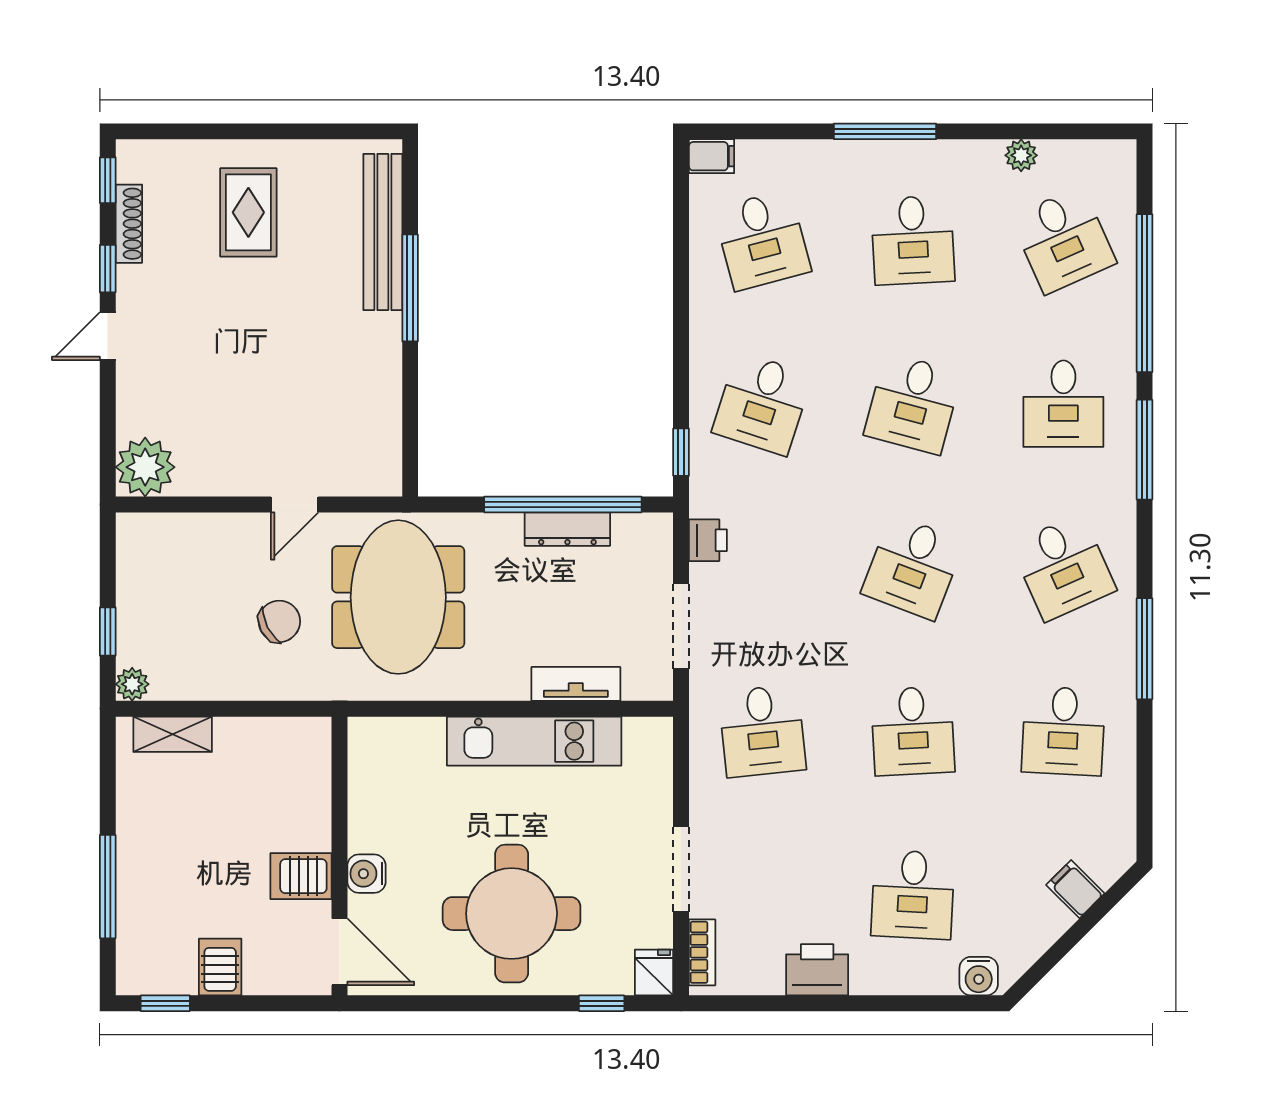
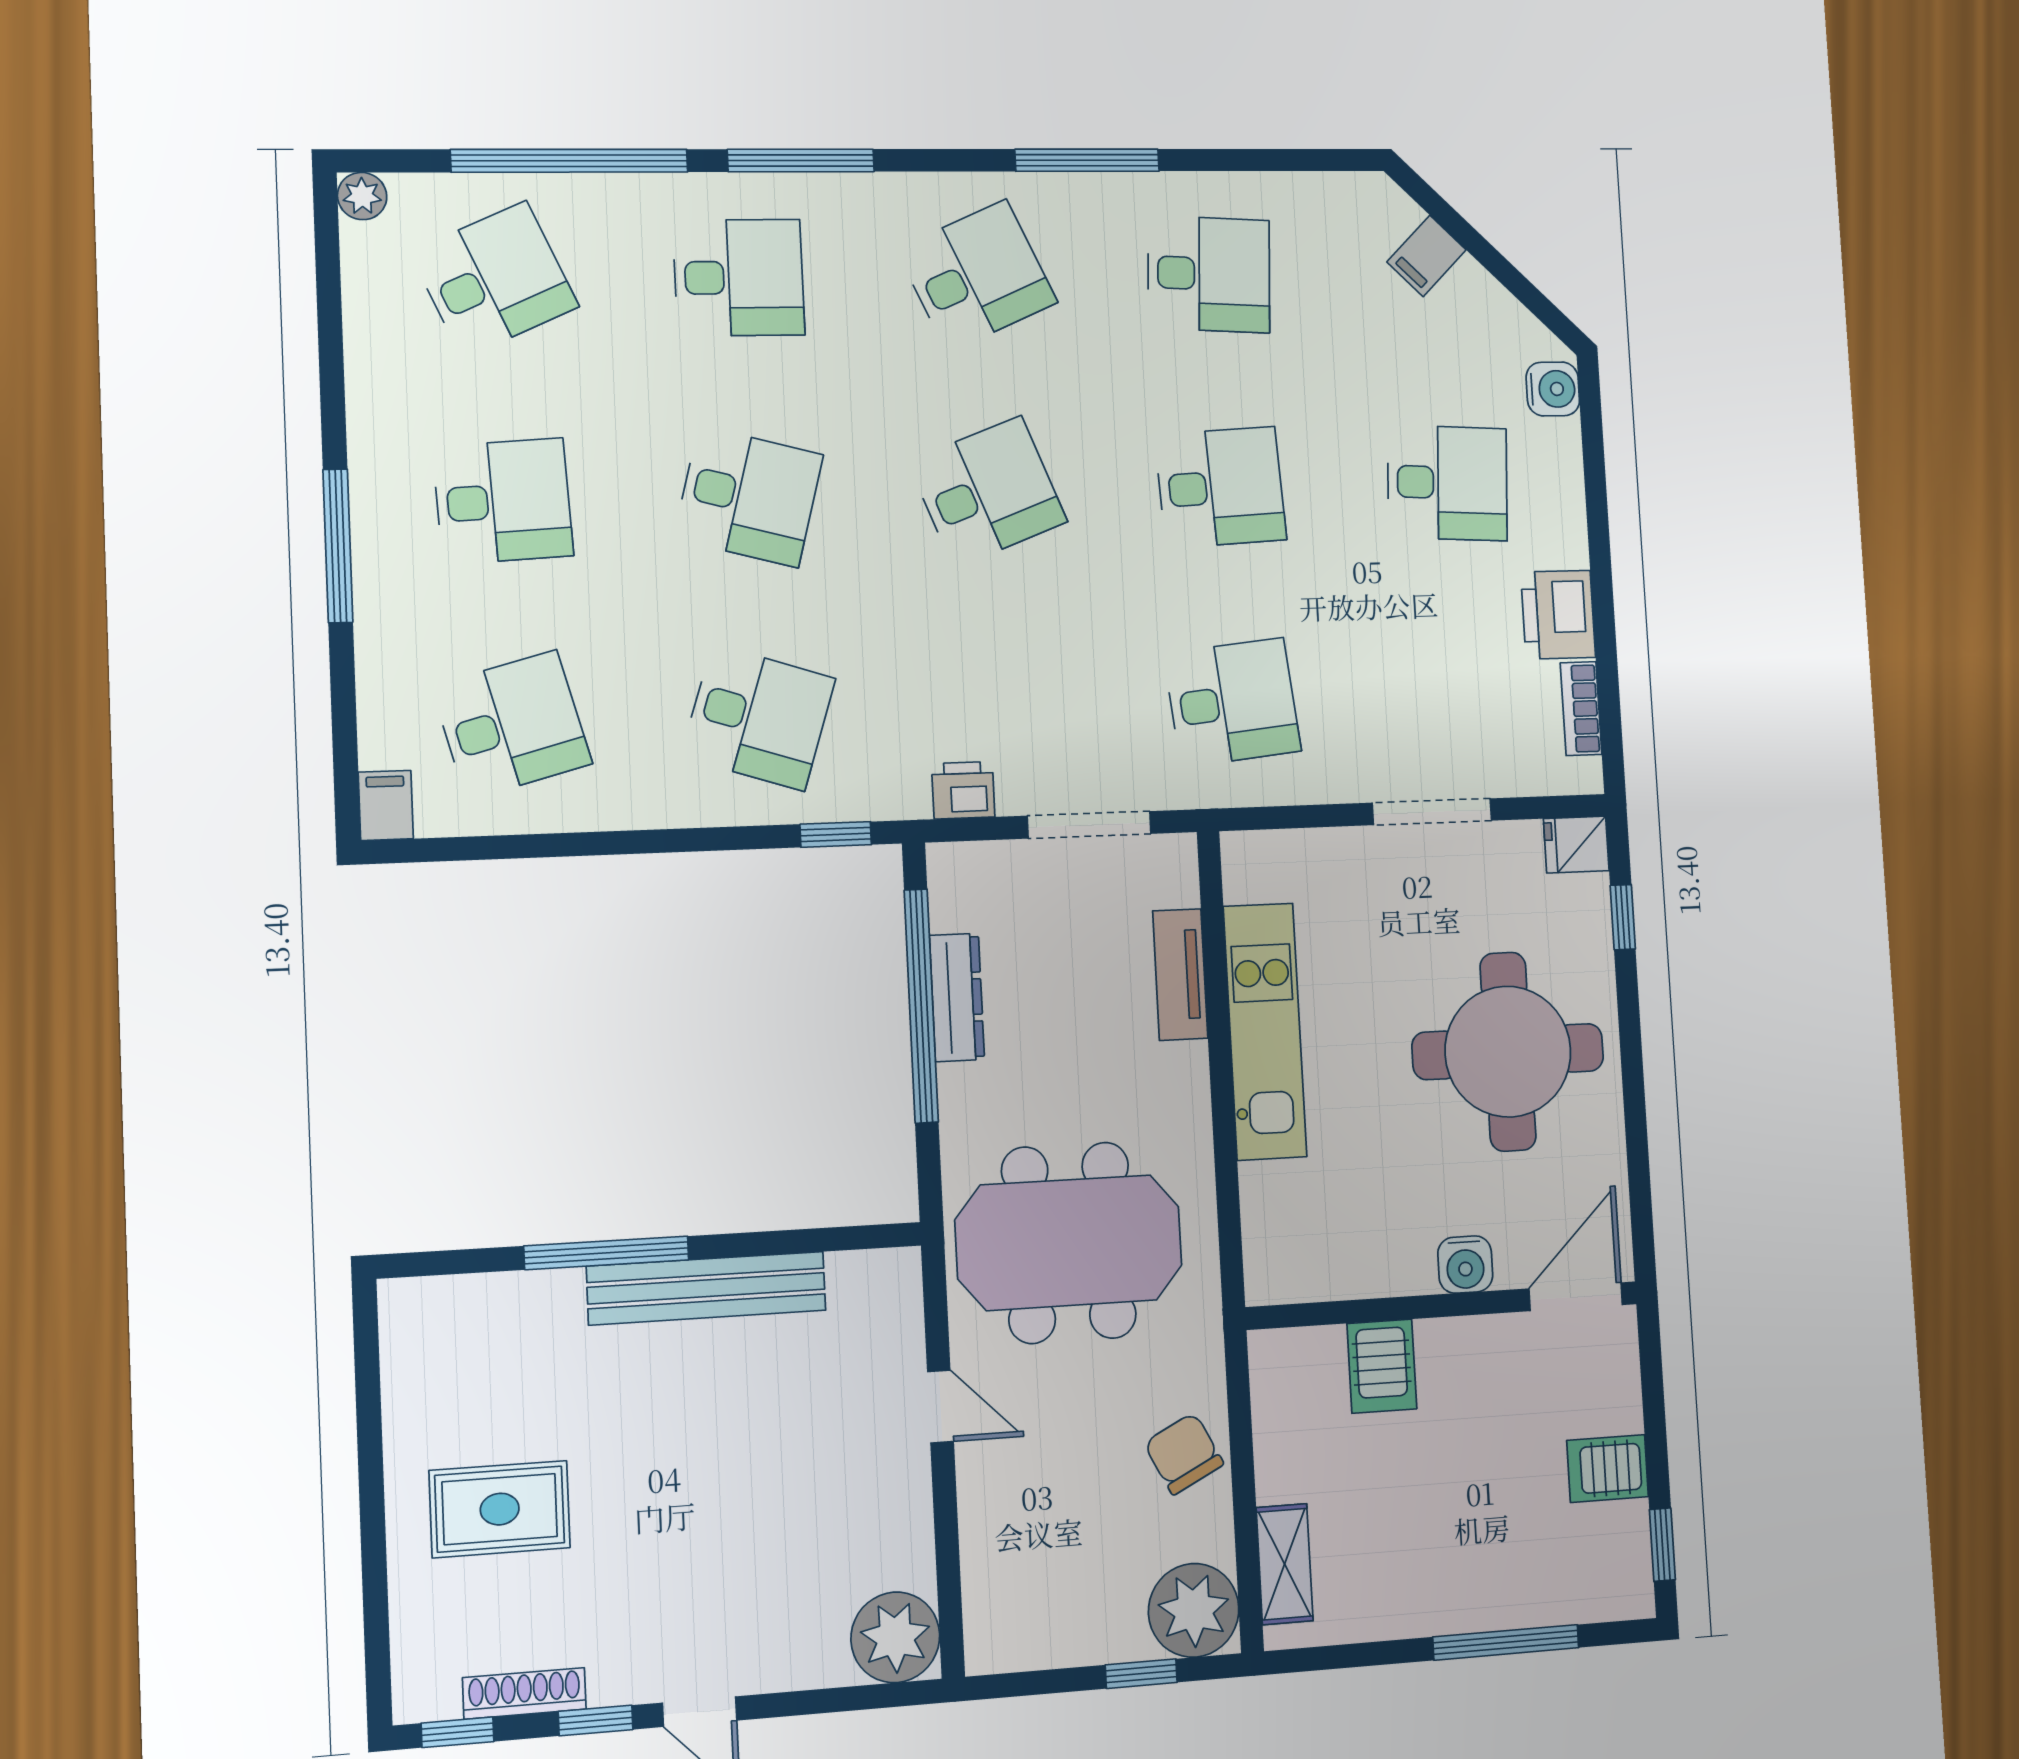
plant: (1021, 155) -> (362, 196), moved
bench: (383, 232) -> (707, 1288), moved
desk: (913, 567) -> (988, 492), turned -42
chair: (279, 621) -> (1184, 1454), moved
plant: (132, 684) -> (1194, 1610), width x1.87, depth x1.87
server rack: (301, 876) -> (1382, 1366), moved
bookcase: (702, 952) -> (1581, 709), moved, turned -90

